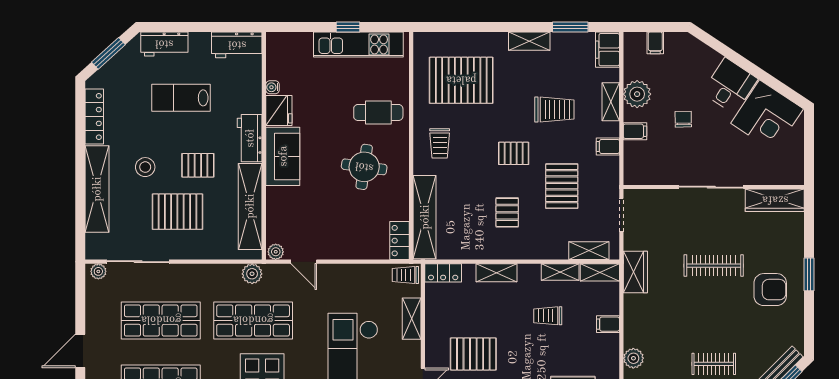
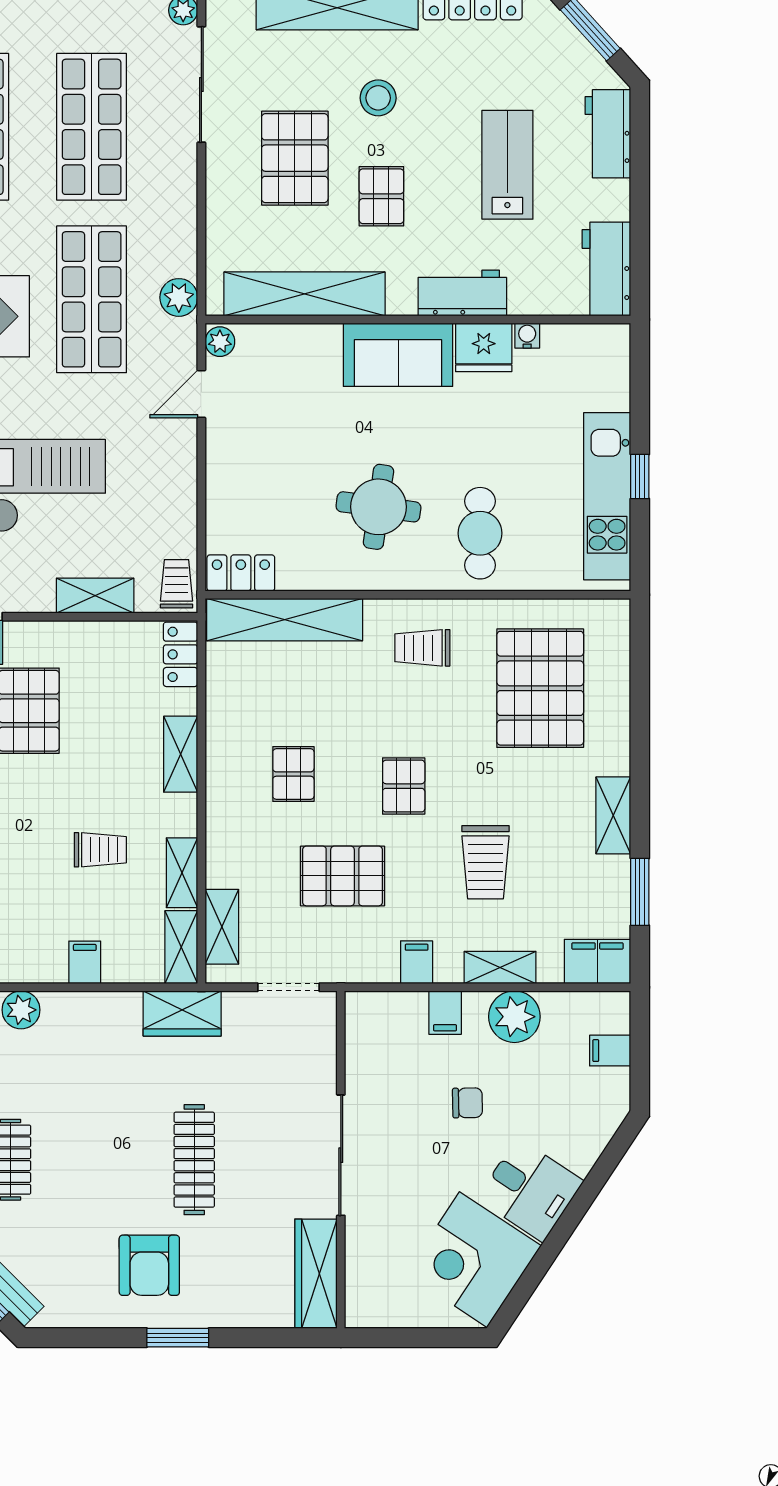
workbench: (250, 138) -> (462, 293), moved
pallet: (507, 212) -> (293, 774), turned 90
trolley: (548, 316) -> (100, 850), turned 90

